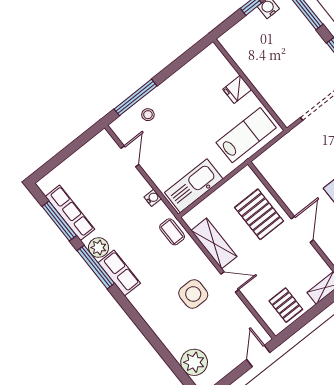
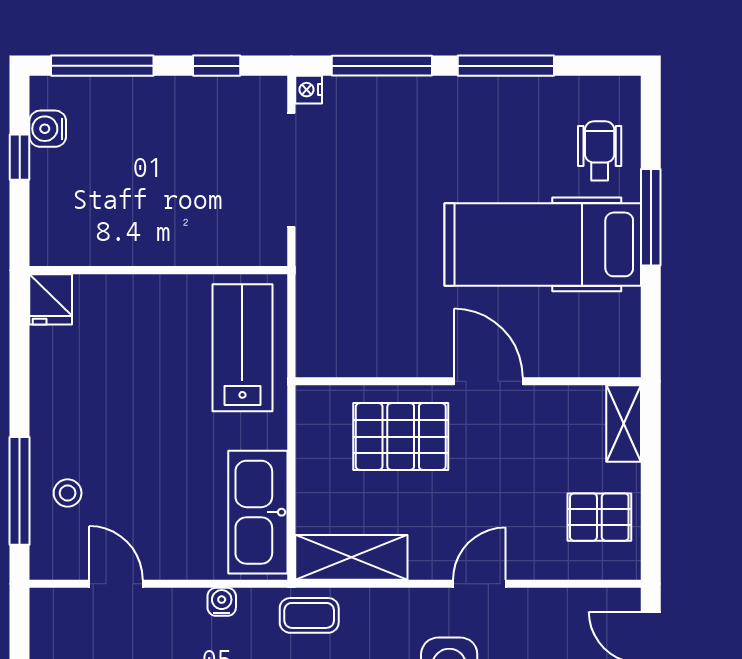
fridge: (237, 89) -> (51, 299), moved
shelving: (214, 243) -> (351, 557), moved

